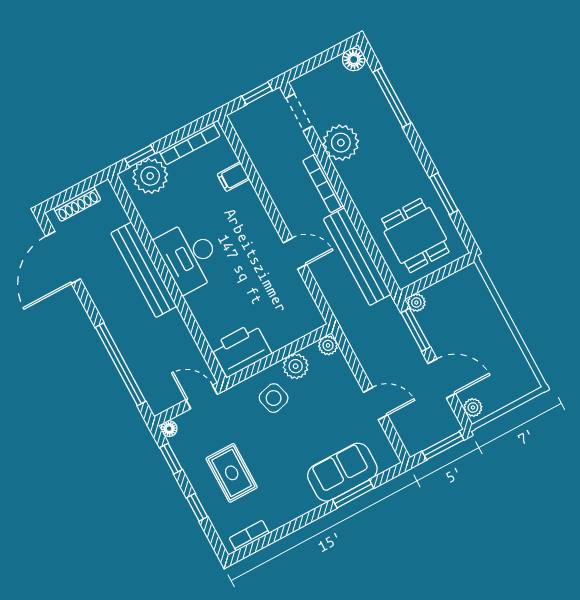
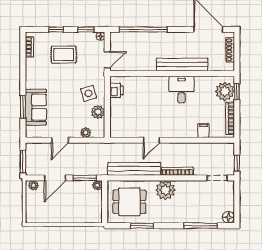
plant: (341, 143) -> (165, 190), moved
desk: (189, 256) -> (182, 89), width x0.73
plant: (328, 345) -> (86, 133), moved
printer: (241, 350) -> (116, 90), width x0.53, depth x0.68

